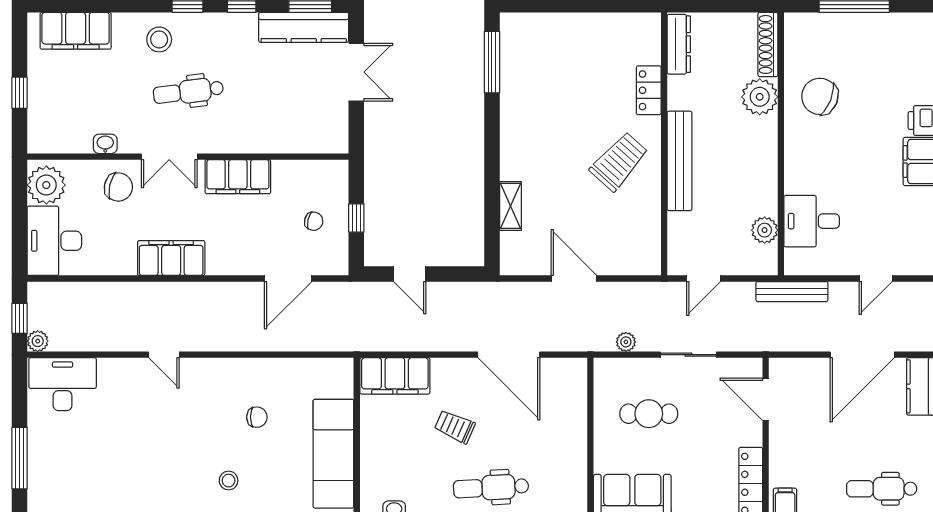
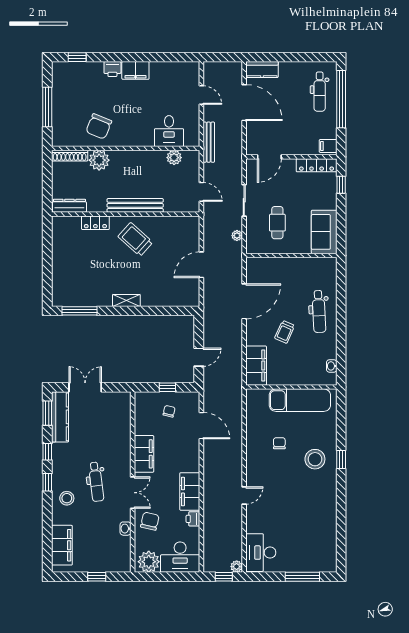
shelving: (510, 206) -> (126, 300), moved
printer: (122, 264) -> (193, 519), added
stool: (229, 481) -> (315, 459), width x1.89, depth x1.89

